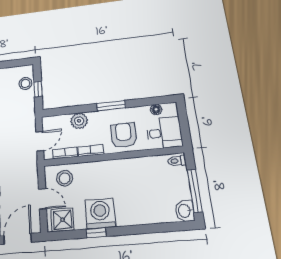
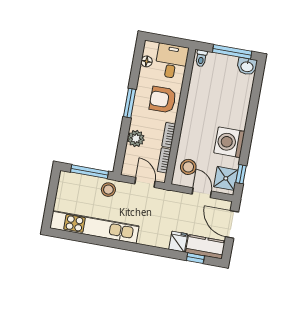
stool: (25, 83) -> (108, 190), moved
window: (38, 89) -> (90, 172), width x2.17
door: (42, 199) -> (202, 193), hinge flipped
window: (96, 233) -> (241, 174), moved

